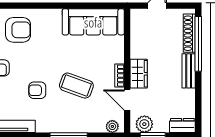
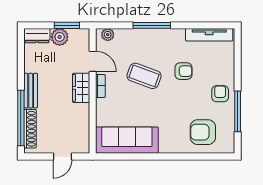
plant: (144, 124) -> (60, 37), moved

